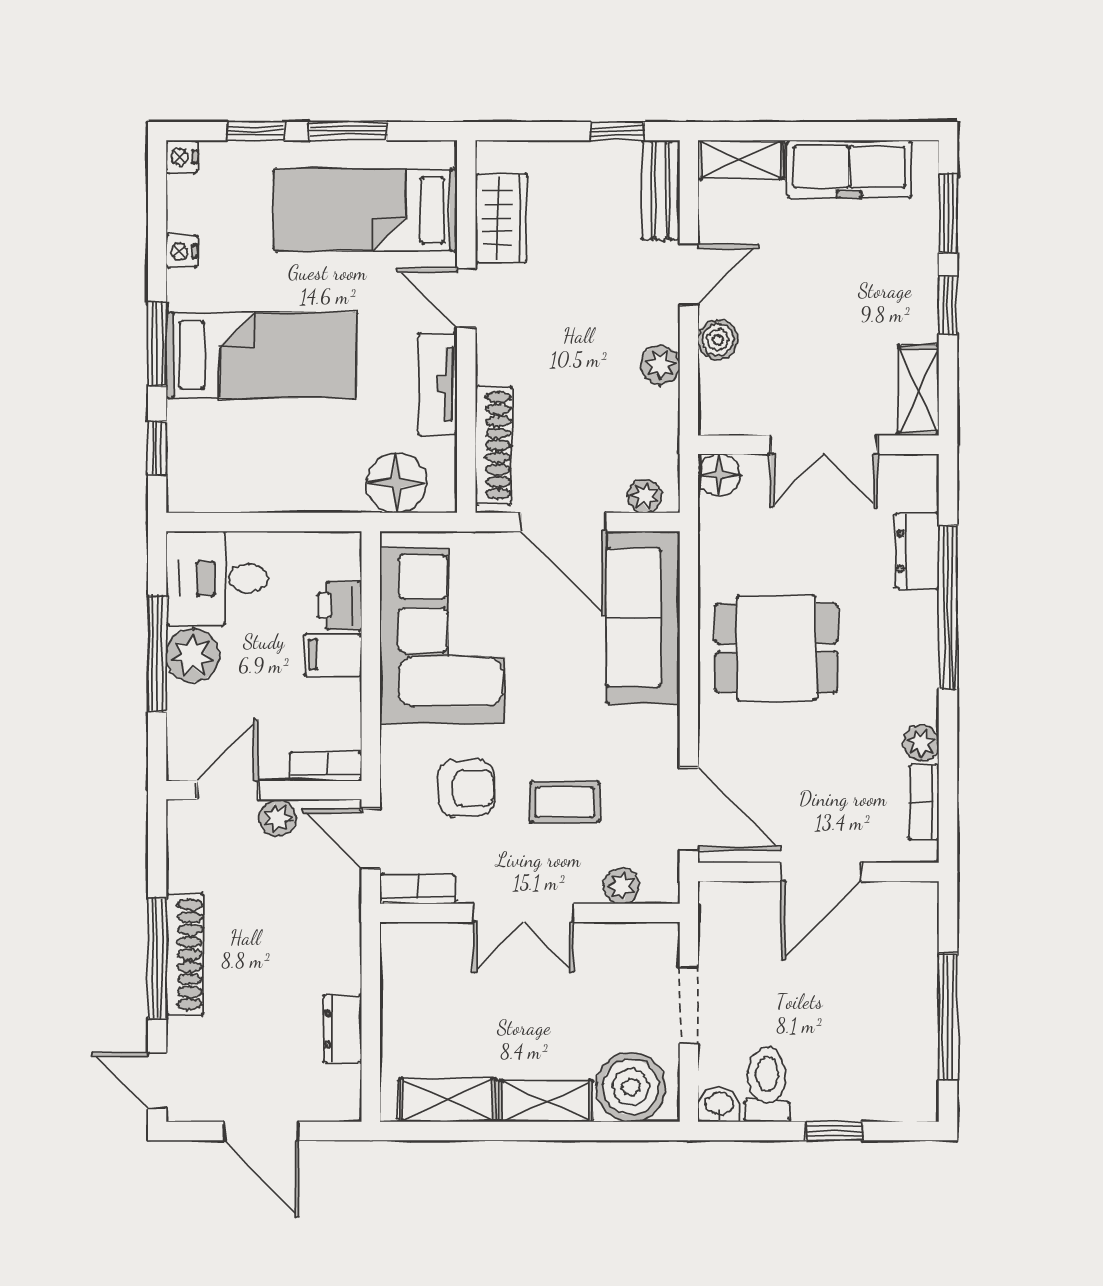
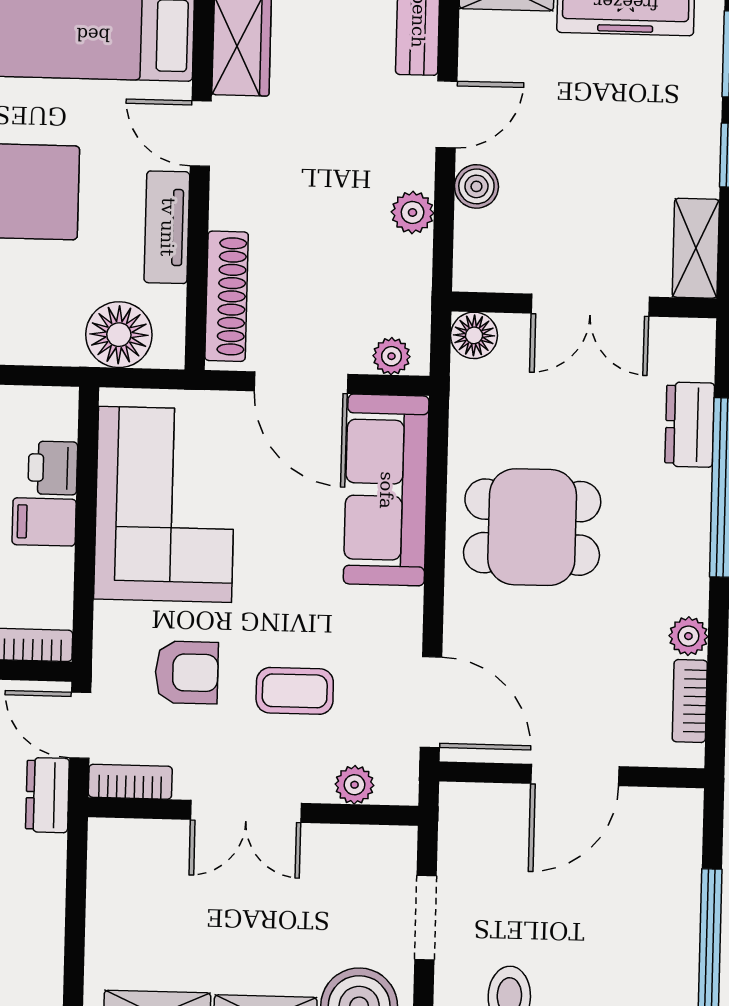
dresser: (343, 1029) -> (47, 795), moved

